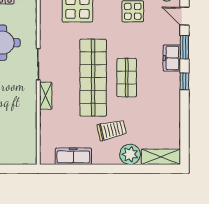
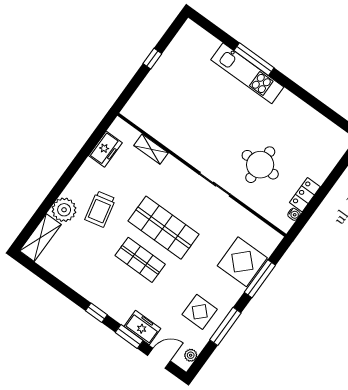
freezer: (172, 58) -> (142, 328), moved
shop shelf: (93, 78) -> (163, 228), width x0.71
shelving: (46, 96) -> (151, 149), moved
freezer: (73, 156) -> (105, 149), width x0.71

